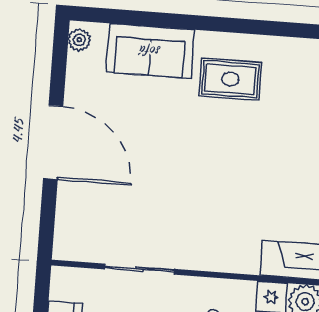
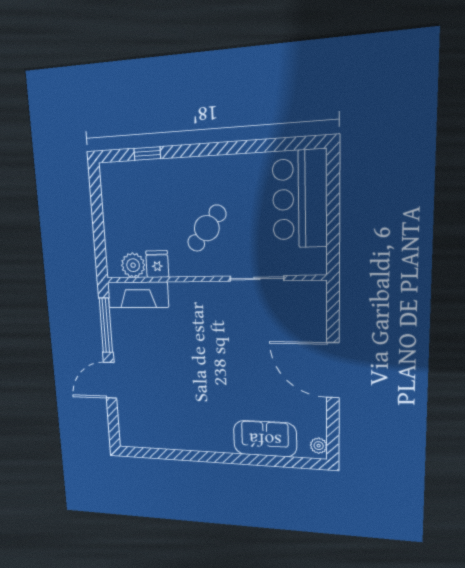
rug: (230, 79) -> (205, 420), removed

